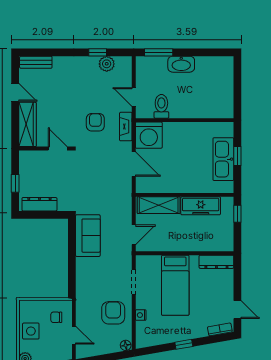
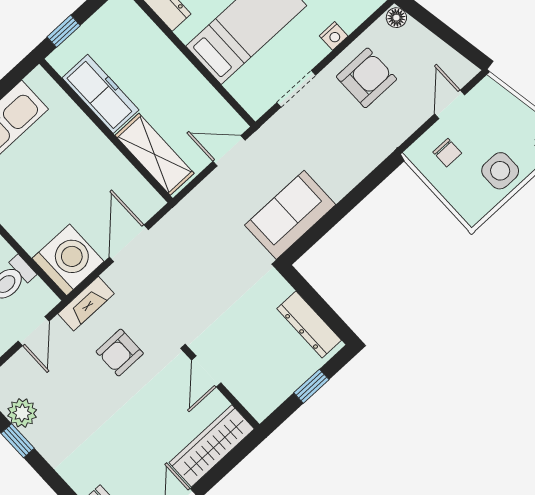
armchair: (113, 313) -> (366, 78), turned 180

